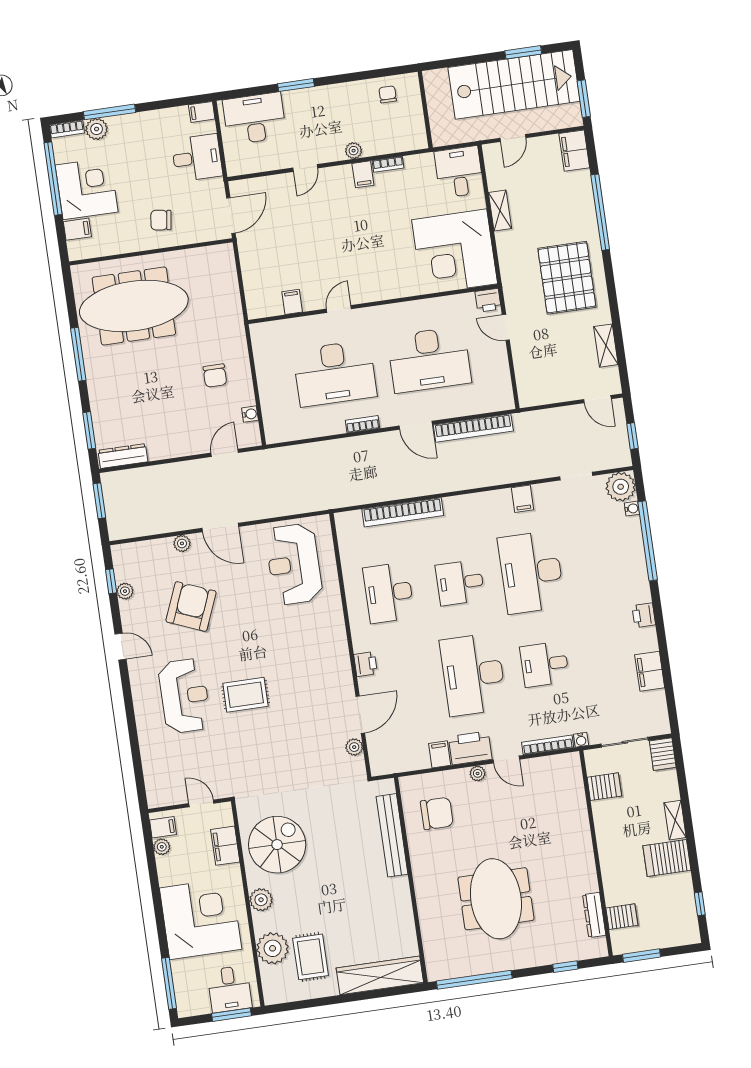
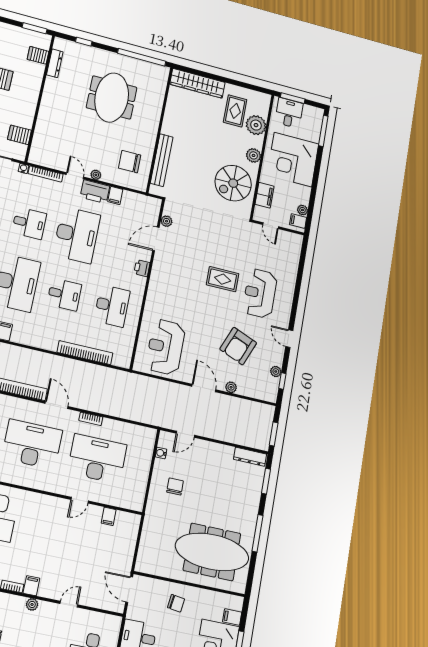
door: (231, 215) -> (129, 590), hinge flipped
reception desk: (294, 564) -> (165, 347), turned 180

